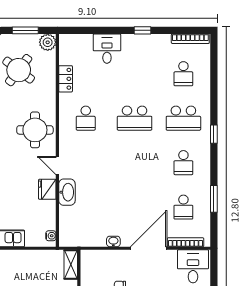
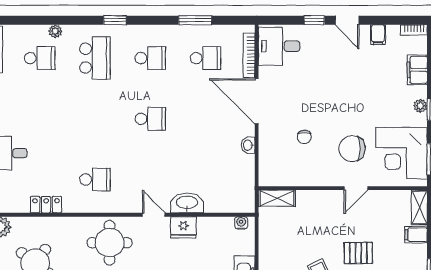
plant: (205, 86) -> (55, 31), added
school desk: (135, 118) -> (150, 119), moved, width x0.54
door: (57, 165) -> (154, 215), swing flipped

